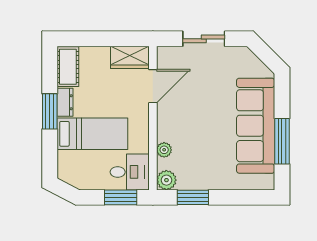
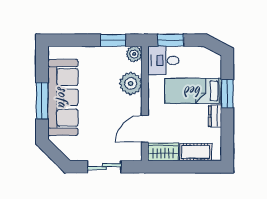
cot: (68, 67) -> (196, 152), moved, turned 90
window: (50, 111) -> (227, 94), moved
window: (282, 141) -> (42, 101), moved
plant: (164, 150) -> (131, 83), width x1.87, depth x1.87

